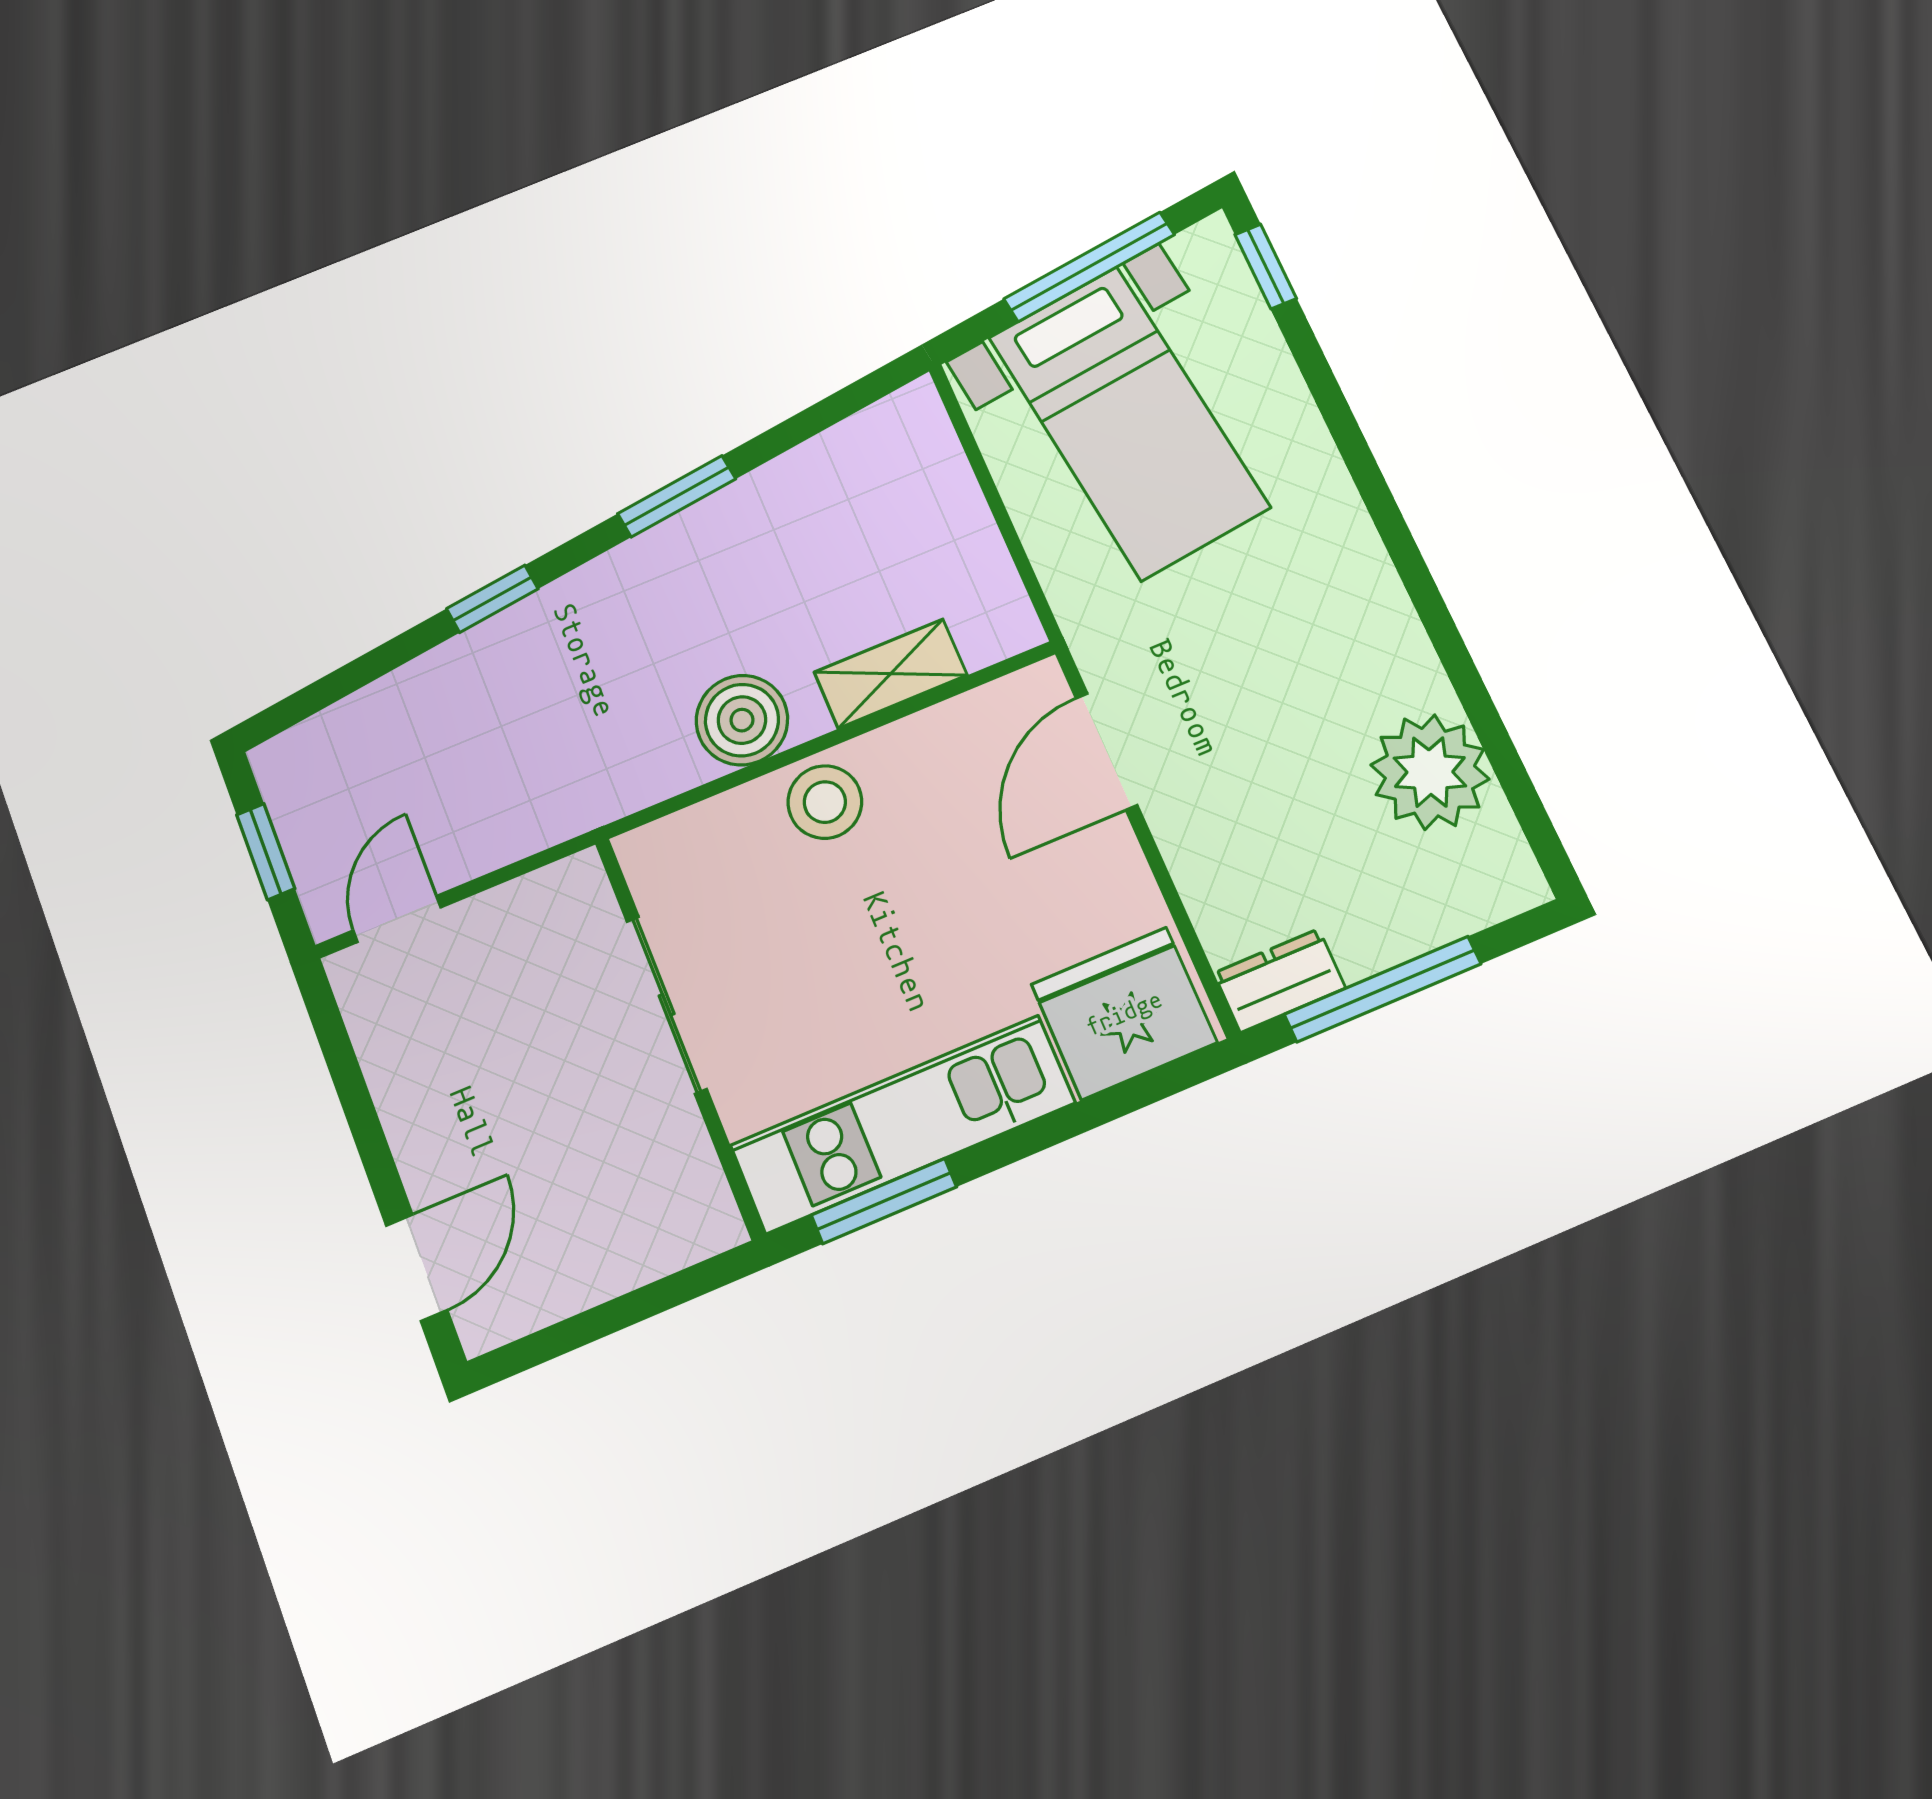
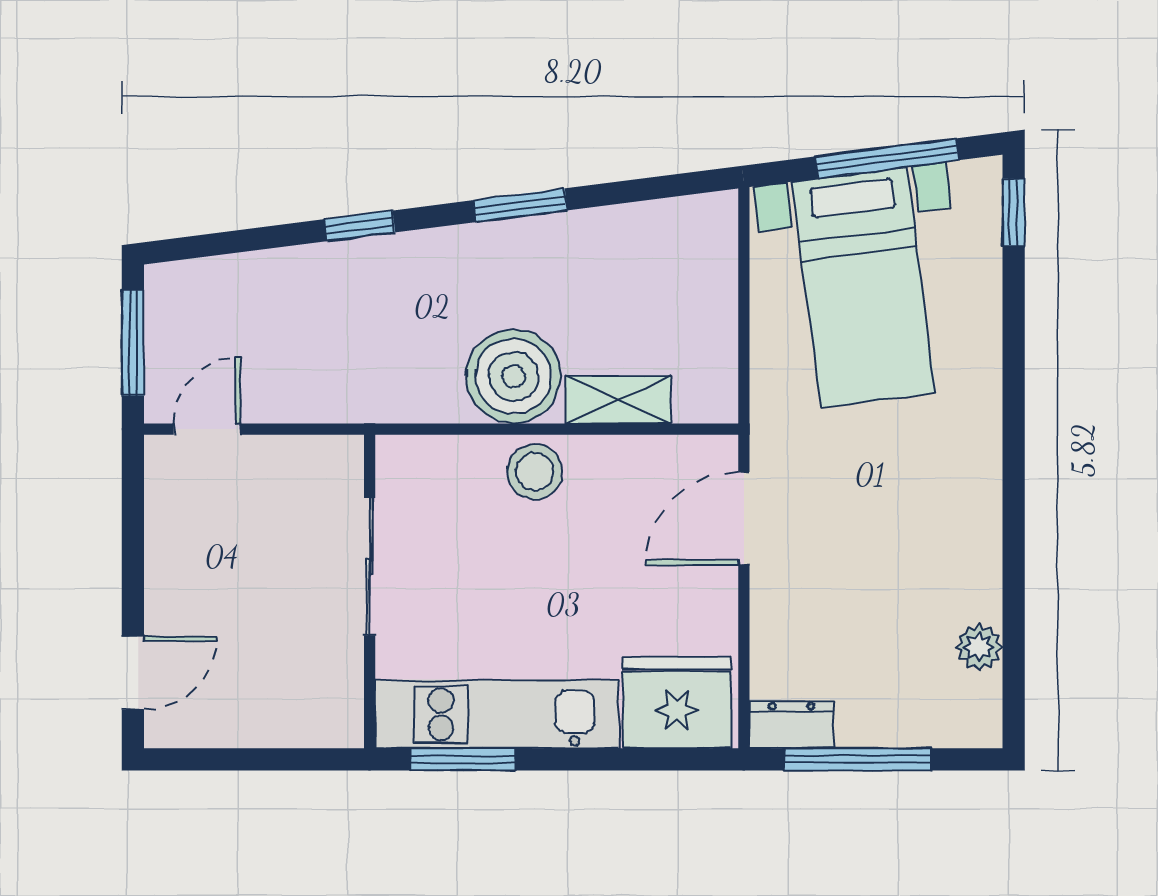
boiler: (742, 720) -> (514, 376), width x1.37, depth x1.37
plant: (1430, 772) -> (979, 647), width x0.53, depth x0.53
window: (266, 852) -> (133, 343), width x1.50

